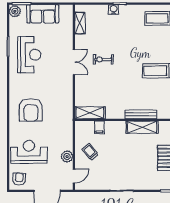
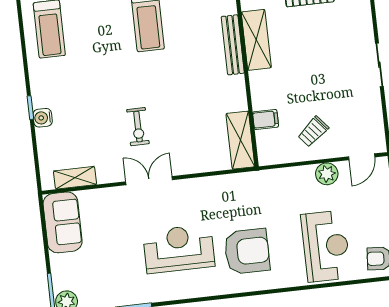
sofa: (43, 14) -> (63, 222), moved
reception desk: (29, 55) -> (179, 249), moved
reception desk: (29, 152) -> (326, 246), turned 180
door: (74, 176) -> (362, 157), swing flipped

